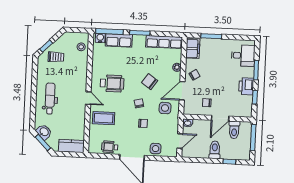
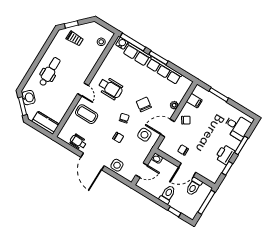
row of seats: (164, 42) -> (164, 70), moved
filing cabinet: (193, 49) -> (194, 101), width x0.50

